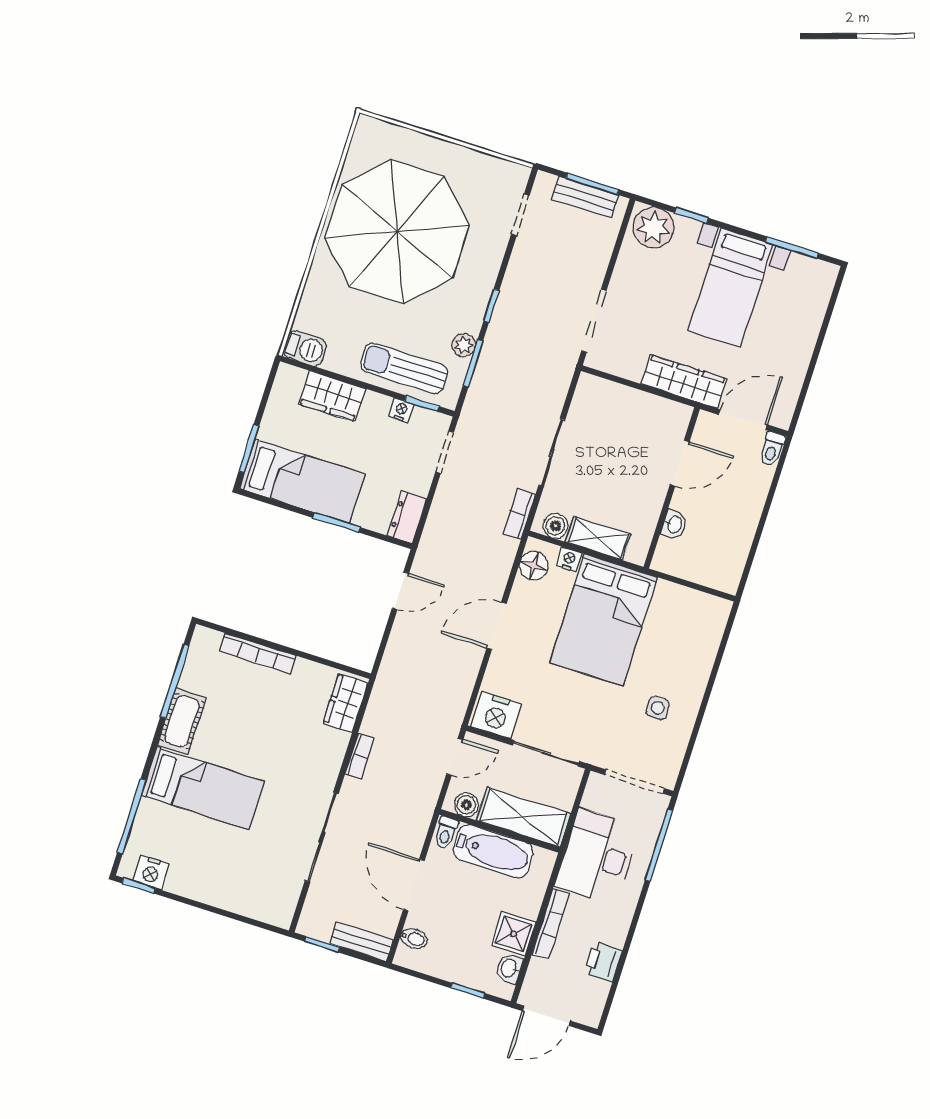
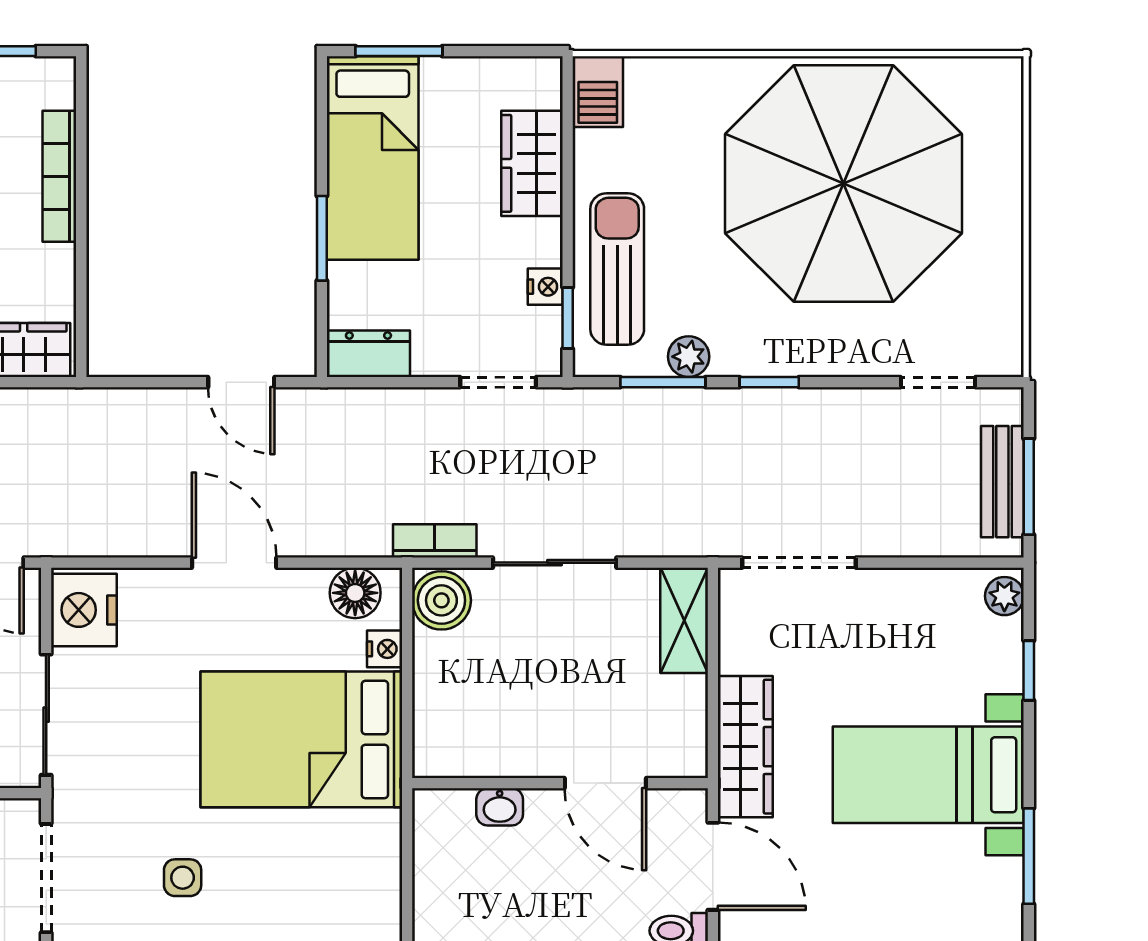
plant: (653, 228) -> (1004, 596), width x0.53, depth x0.53
boiler: (556, 526) -> (441, 600), width x1.36, depth x1.36
shelving: (598, 538) -> (684, 620), moved

